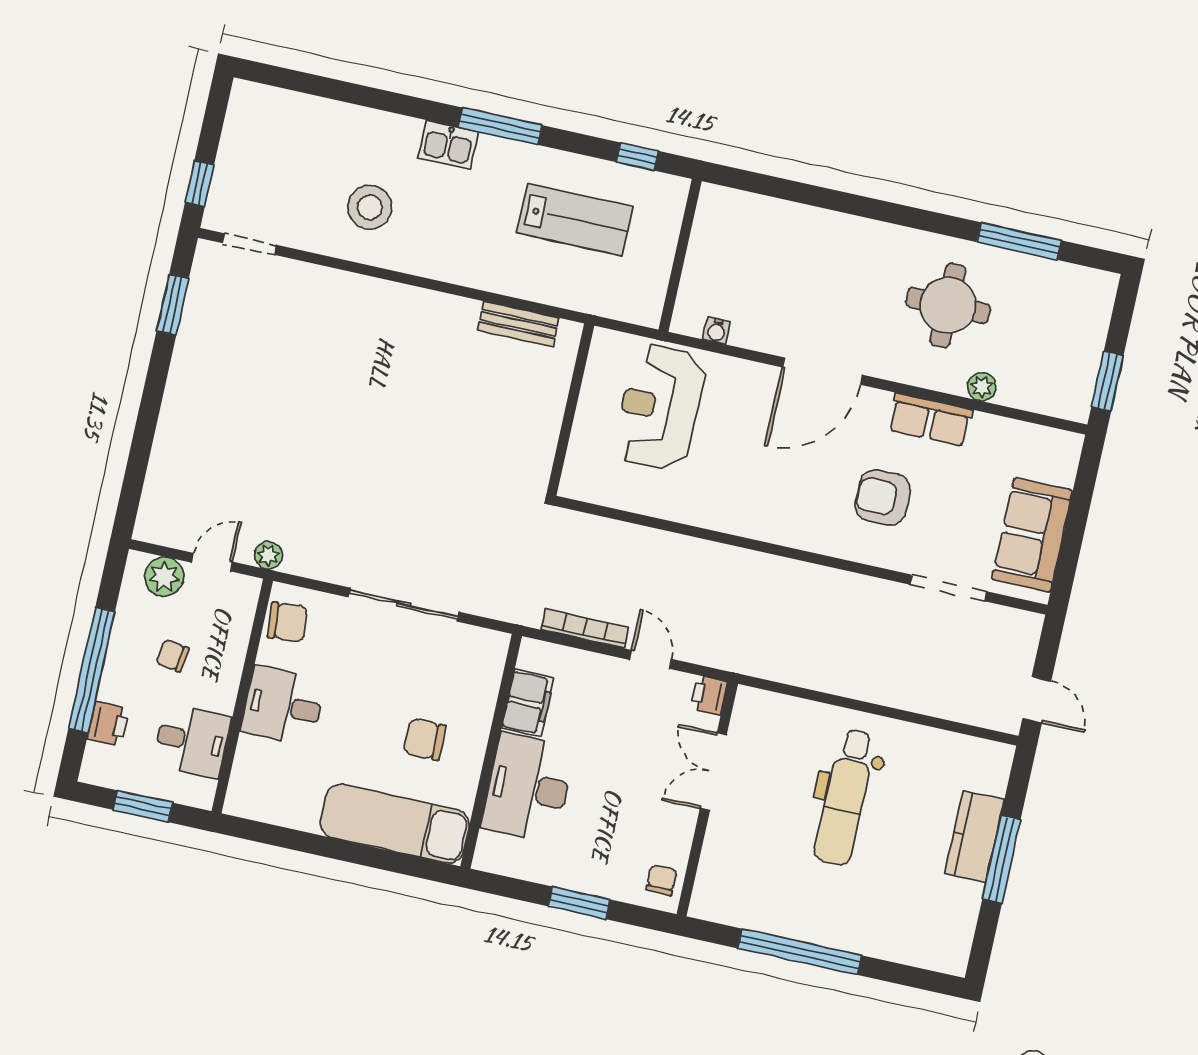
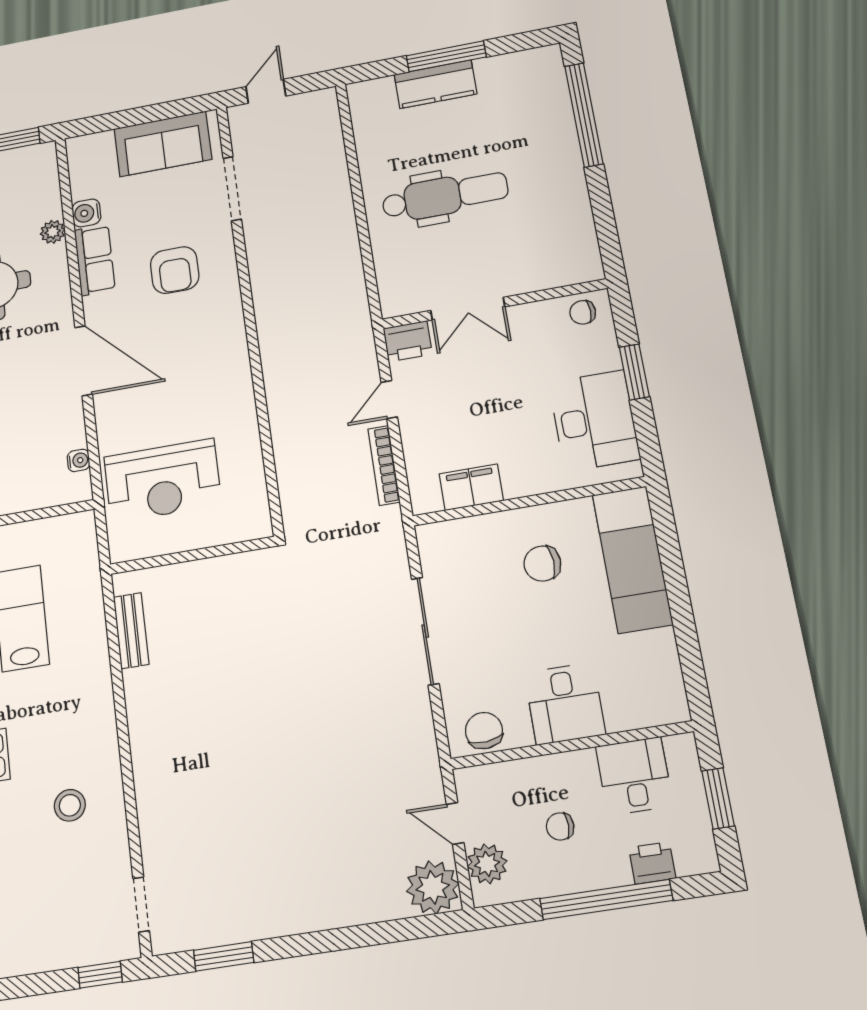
stool: (370, 207) -> (70, 805), width x0.73, depth x0.73
water cooler: (988, 429) -> (86, 213), added
plant: (268, 555) -> (433, 887), moved, width x1.87, depth x1.87
chair: (172, 656) -> (560, 826), turned 82
printer: (709, 695) -> (408, 341), width x1.36, depth x1.24
door: (1037, 700) -> (266, 91), moved
chair: (425, 739) -> (542, 564), turned 87
desk: (528, 788) -> (594, 421), moved, turned -90
window: (800, 952) -> (584, 115), moved

